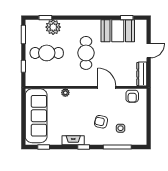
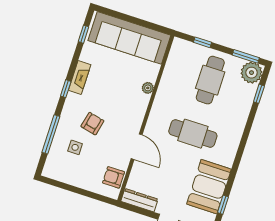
plant: (53, 27) -> (252, 73), moved
door: (107, 87) -> (137, 147), hinge flipped

